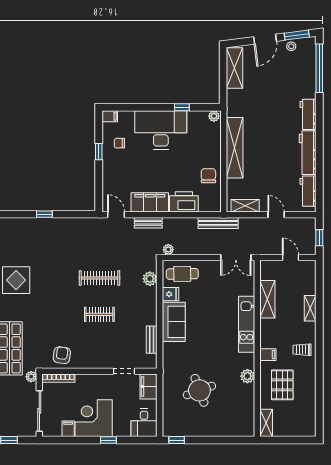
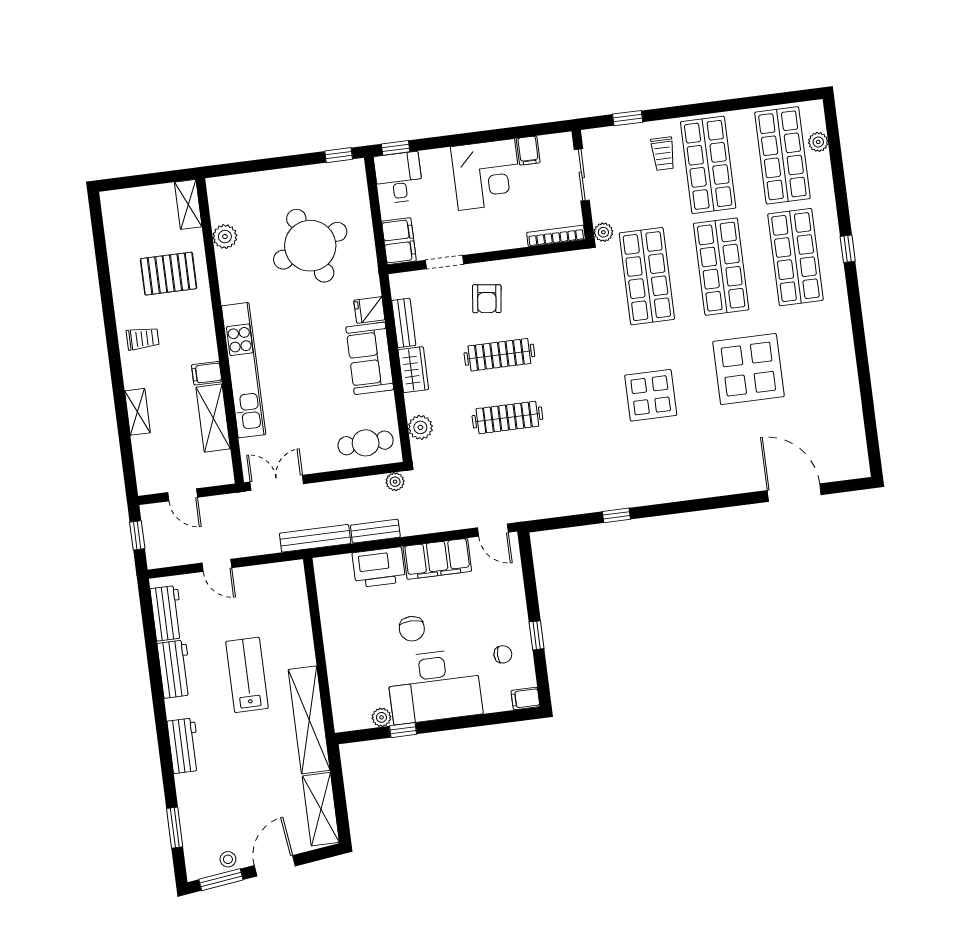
window: (319, 68) -> (175, 828), width x0.47
plant: (214, 116) -> (381, 717), moved
shelving: (235, 148) -> (309, 720), moved
lab bench: (267, 150) -> (247, 675), added
workbench: (308, 153) -> (175, 669), width x0.73
chair: (208, 176) -> (412, 629), moved
shelving: (245, 206) -> (272, 574), removed
bench: (148, 223) -> (375, 531), moved
fridge: (170, 294) -> (369, 310), moved
wardrobe: (150, 312) -> (413, 370), added
clothes rail: (99, 314) -> (499, 355), width x1.36
kitchen unit: (247, 324) -> (244, 370), width x1.36
armchair: (62, 355) -> (487, 299), moved
filing cabinet: (268, 355) -> (207, 373), moved
plant: (247, 376) -> (225, 237), moved
pallet: (282, 385) -> (169, 274), turned 90
round table: (199, 390) -> (310, 246), width x1.36, depth x1.36
sliding door: (39, 411) -> (582, 175), width x0.73
window: (108, 440) -> (396, 148), moved

